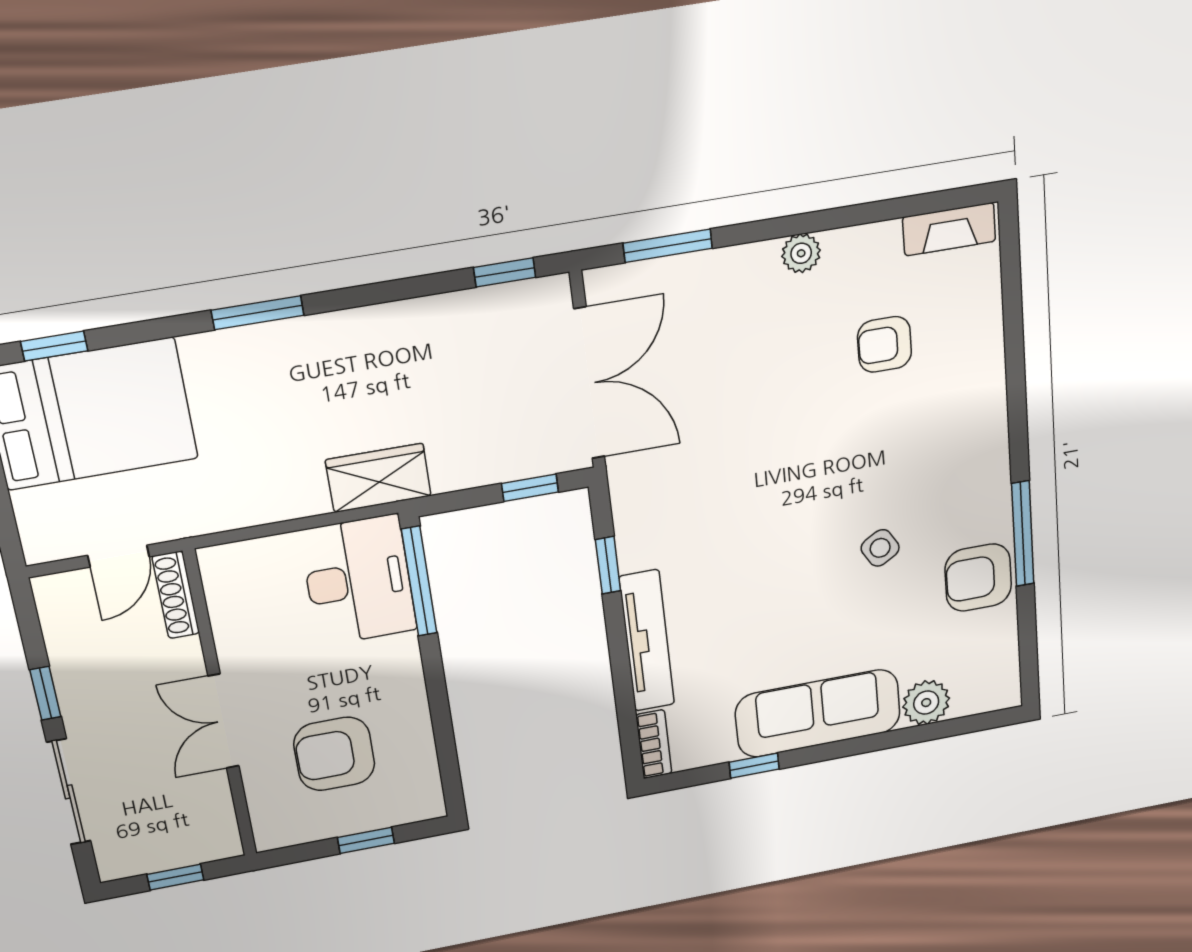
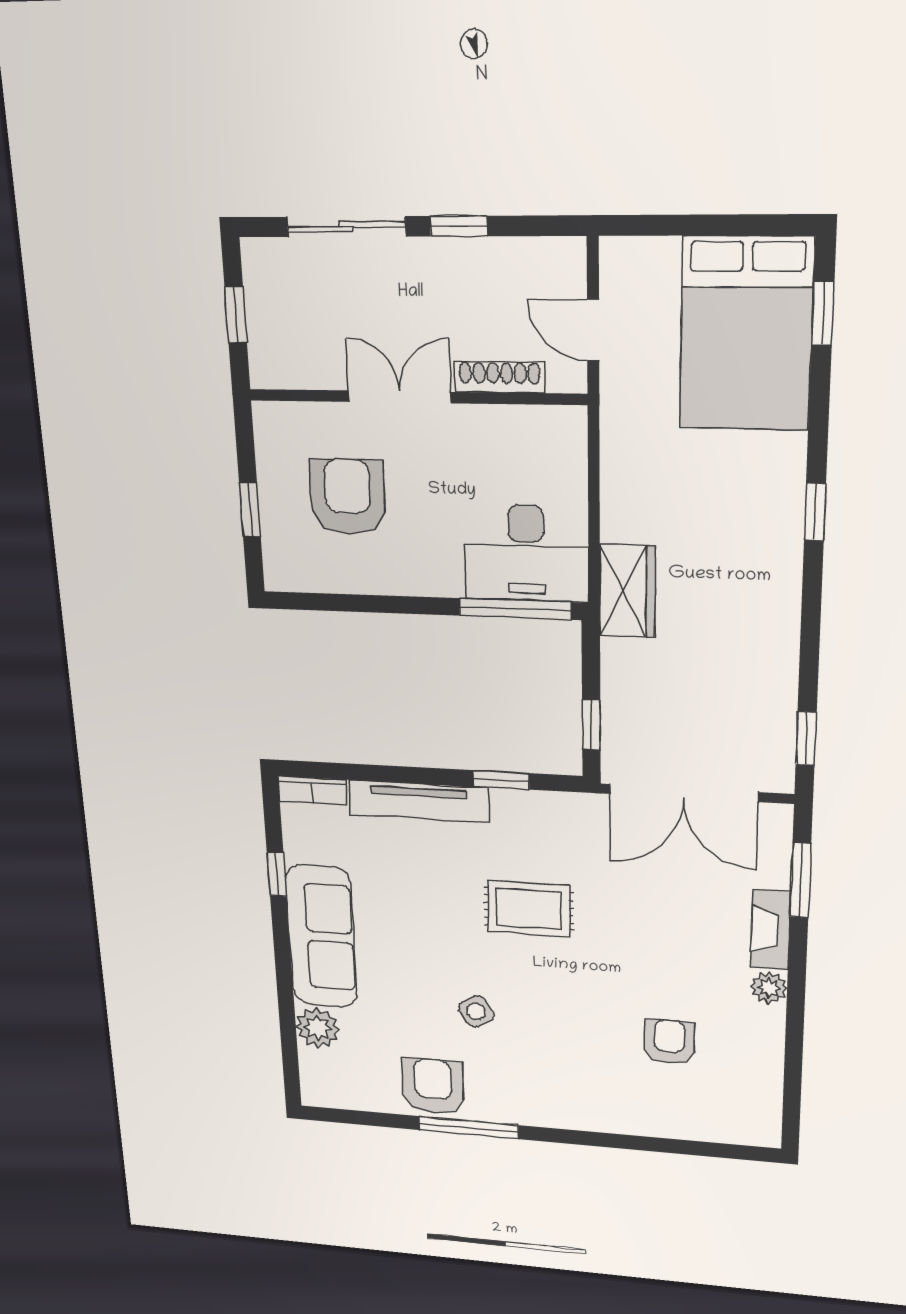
fireplace: (949, 229) -> (770, 930), moved
window: (258, 313) -> (815, 512), width x0.67
rug: (750, 515) -> (529, 909), added
shoe rack: (176, 595) -> (500, 377), moved

